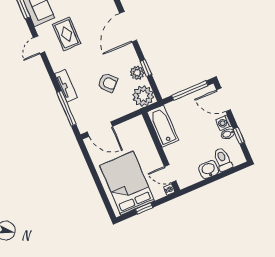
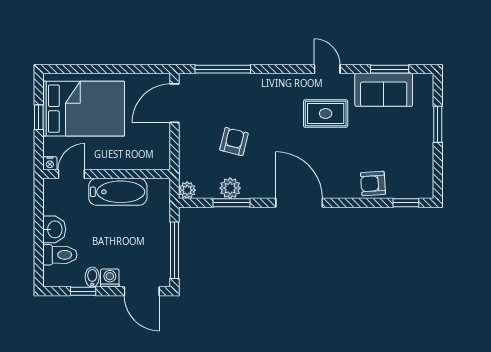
window: (146, 68) -> (232, 203), width x1.50
armchair: (108, 83) -> (234, 142), turned 148
tv unit: (66, 86) -> (255, 82), removed
plant: (143, 96) -> (187, 190), width x0.53, depth x0.53
door: (224, 100) -> (142, 291), swing flipped
bathtub: (163, 126) -> (118, 192), moved

